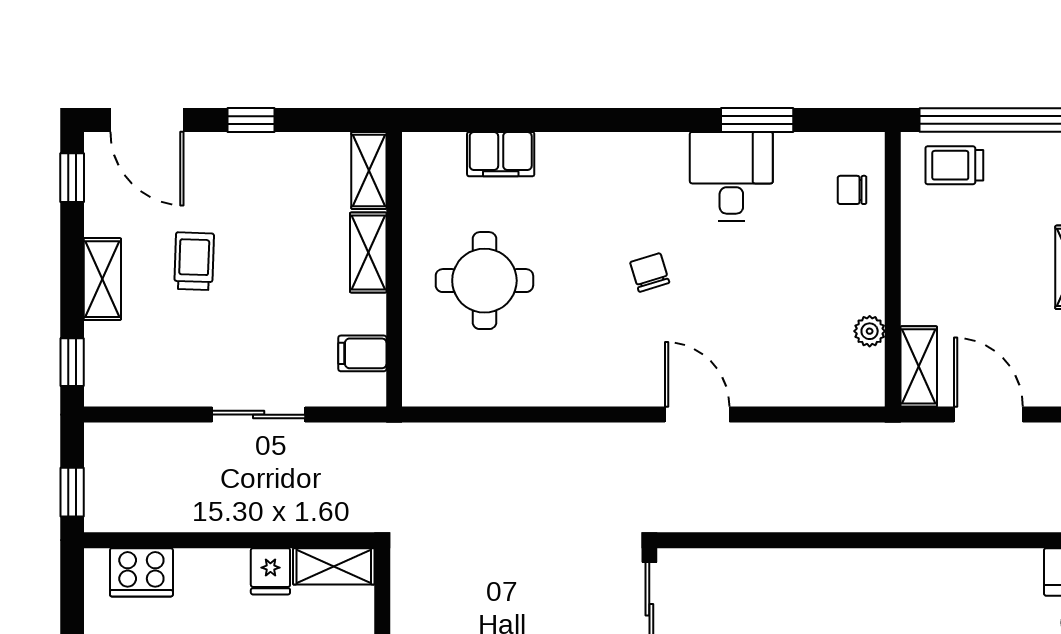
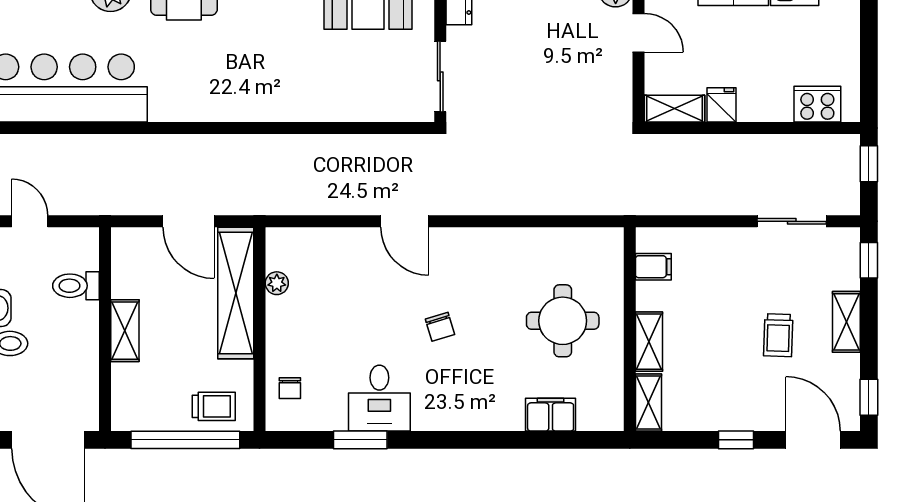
chair: (852, 190) -> (290, 388), turned 90
shelving: (919, 366) -> (236, 293), width x2.20, depth x1.33
sliding door: (259, 415) -> (792, 221), moved

